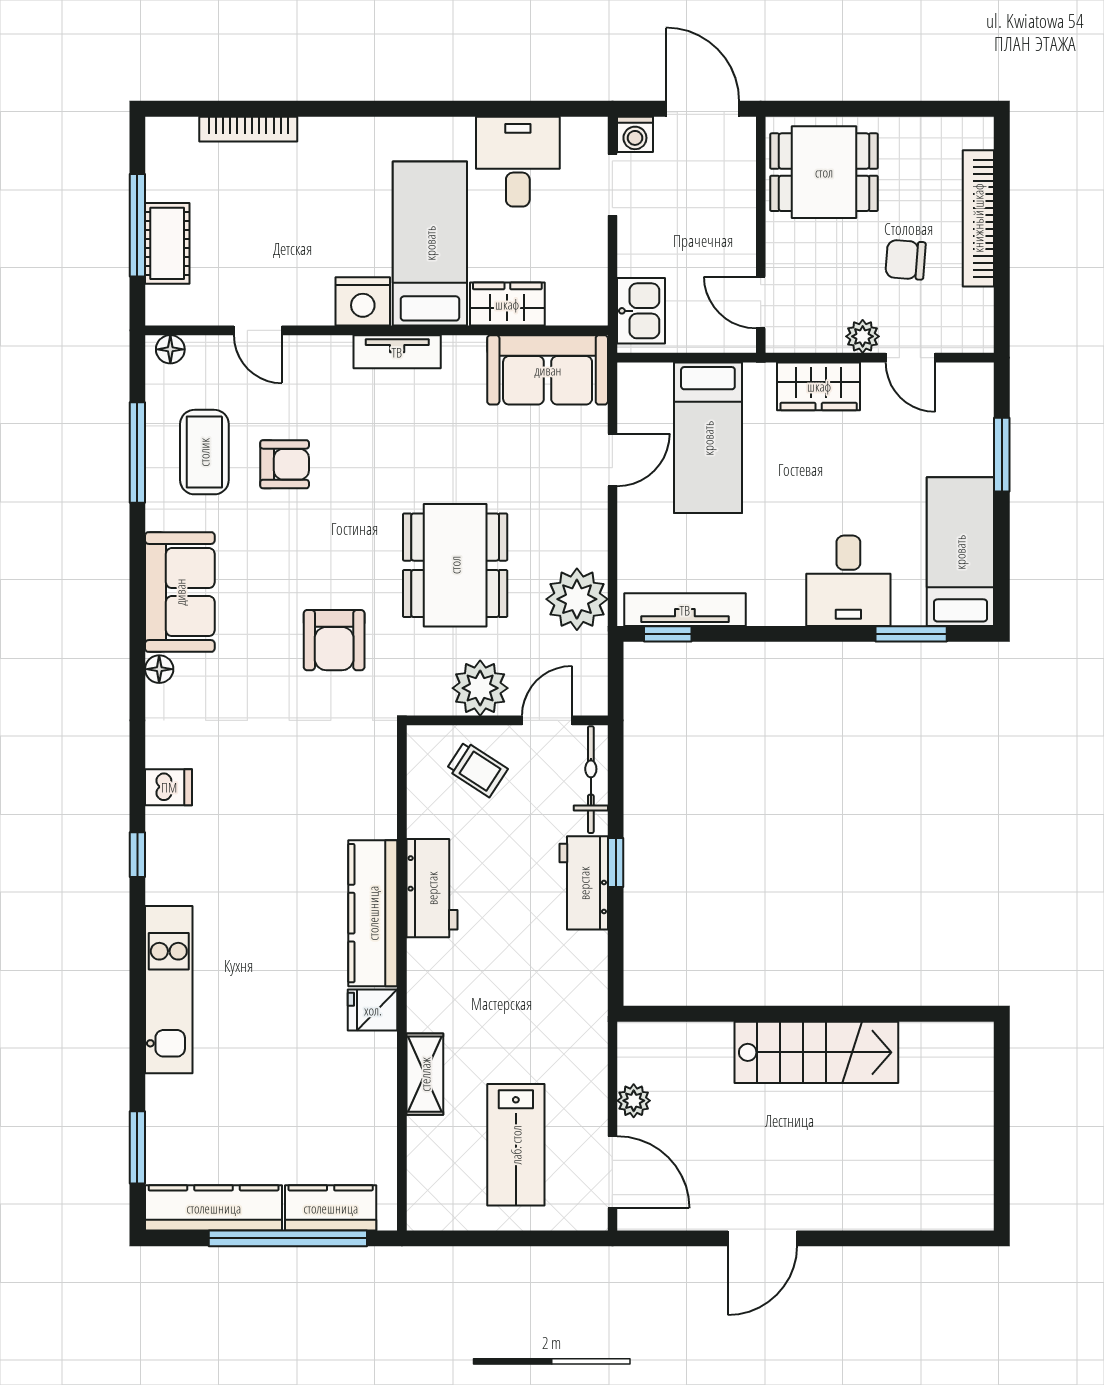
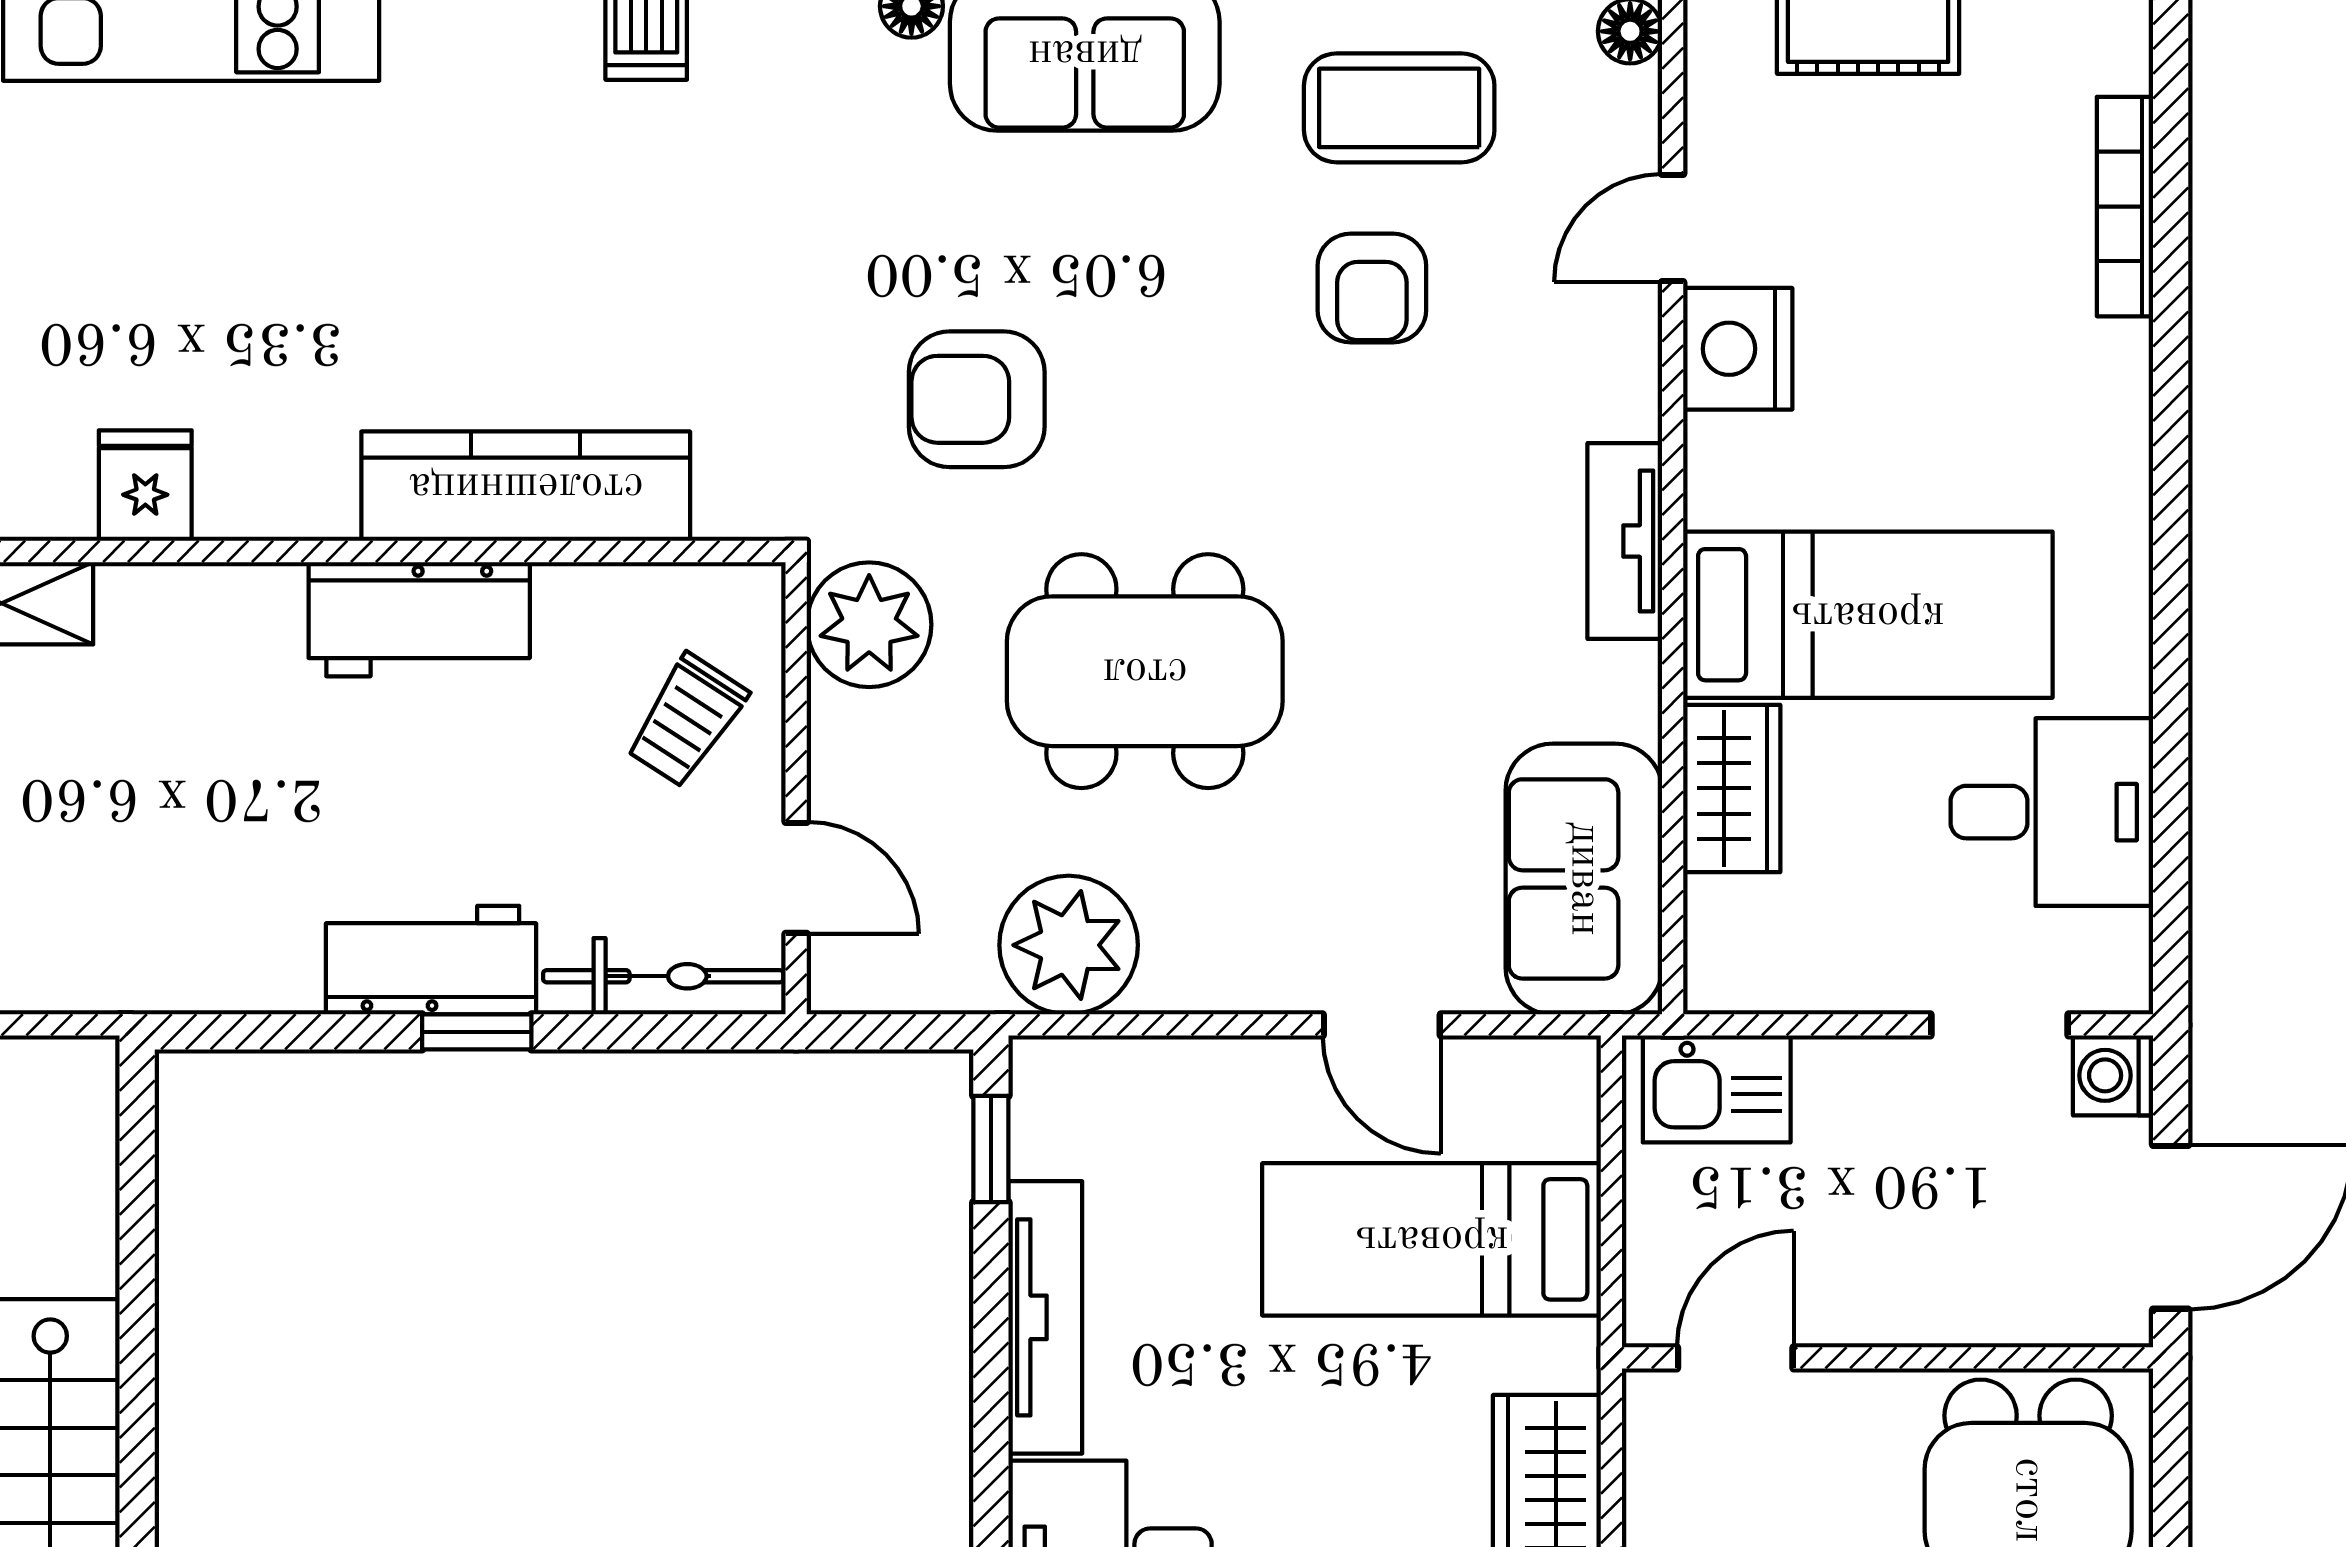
nightstand: (363, 301) -> (1738, 349), moved
tv unit: (685, 610) -> (1045, 1317), moved
plant: (480, 688) -> (869, 625), moved
kitchen counter: (373, 913) -> (526, 486), moved

